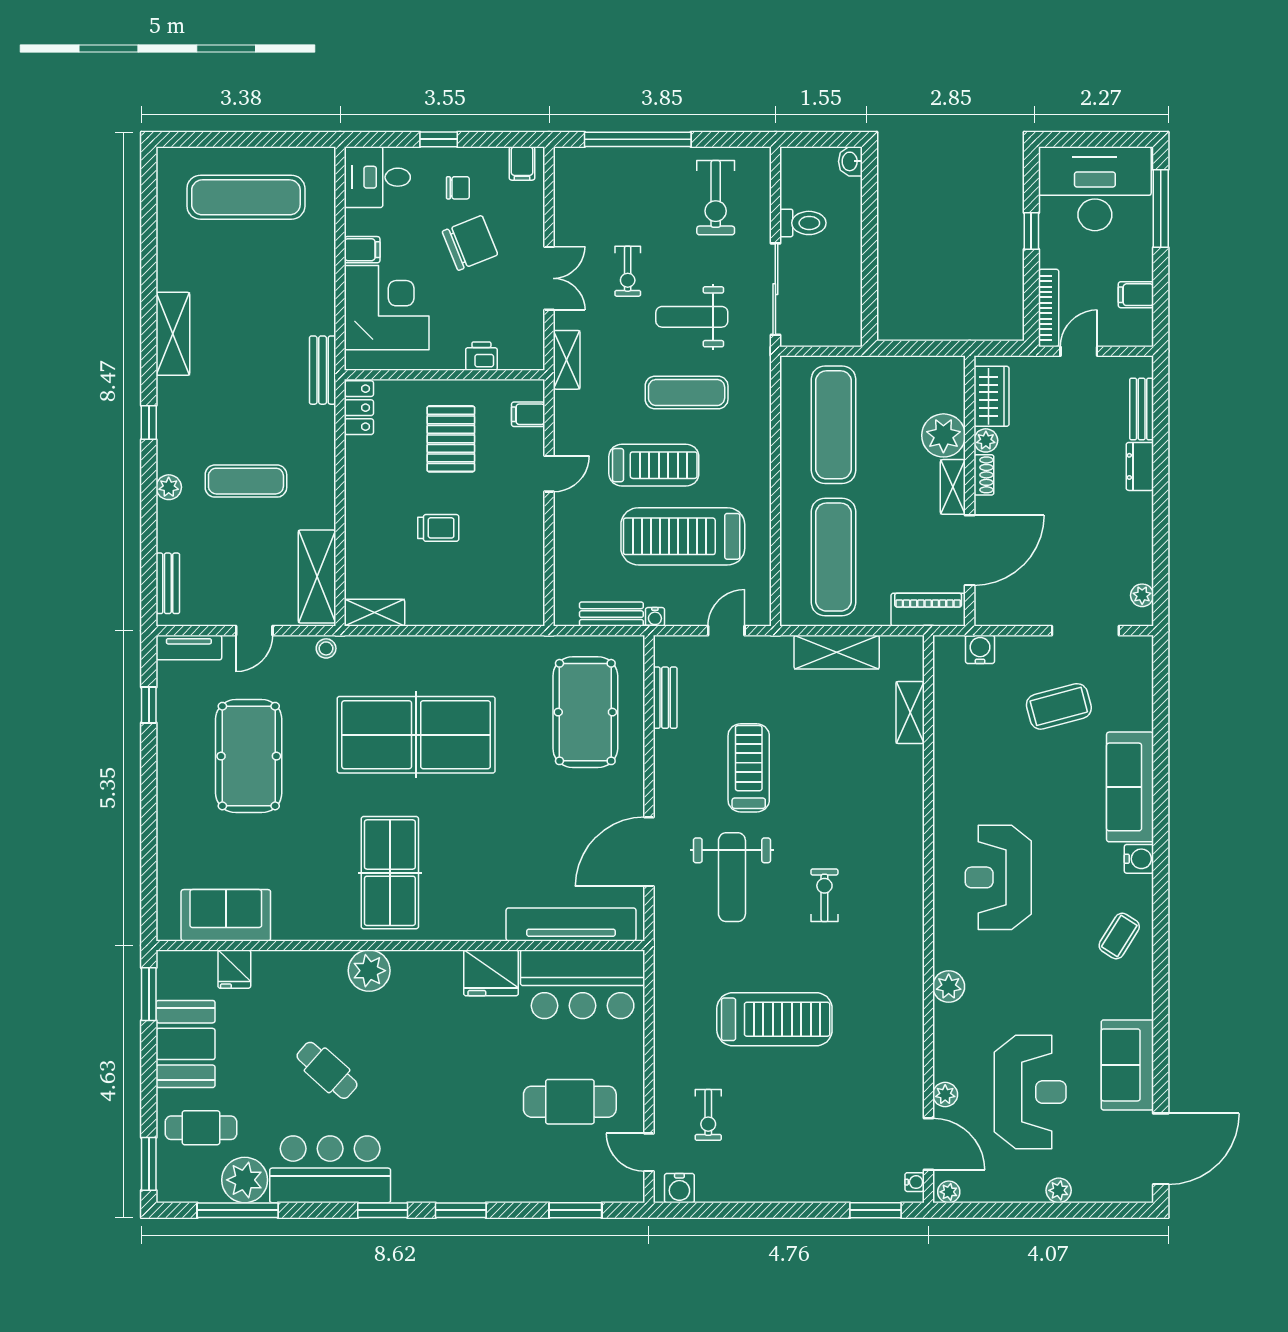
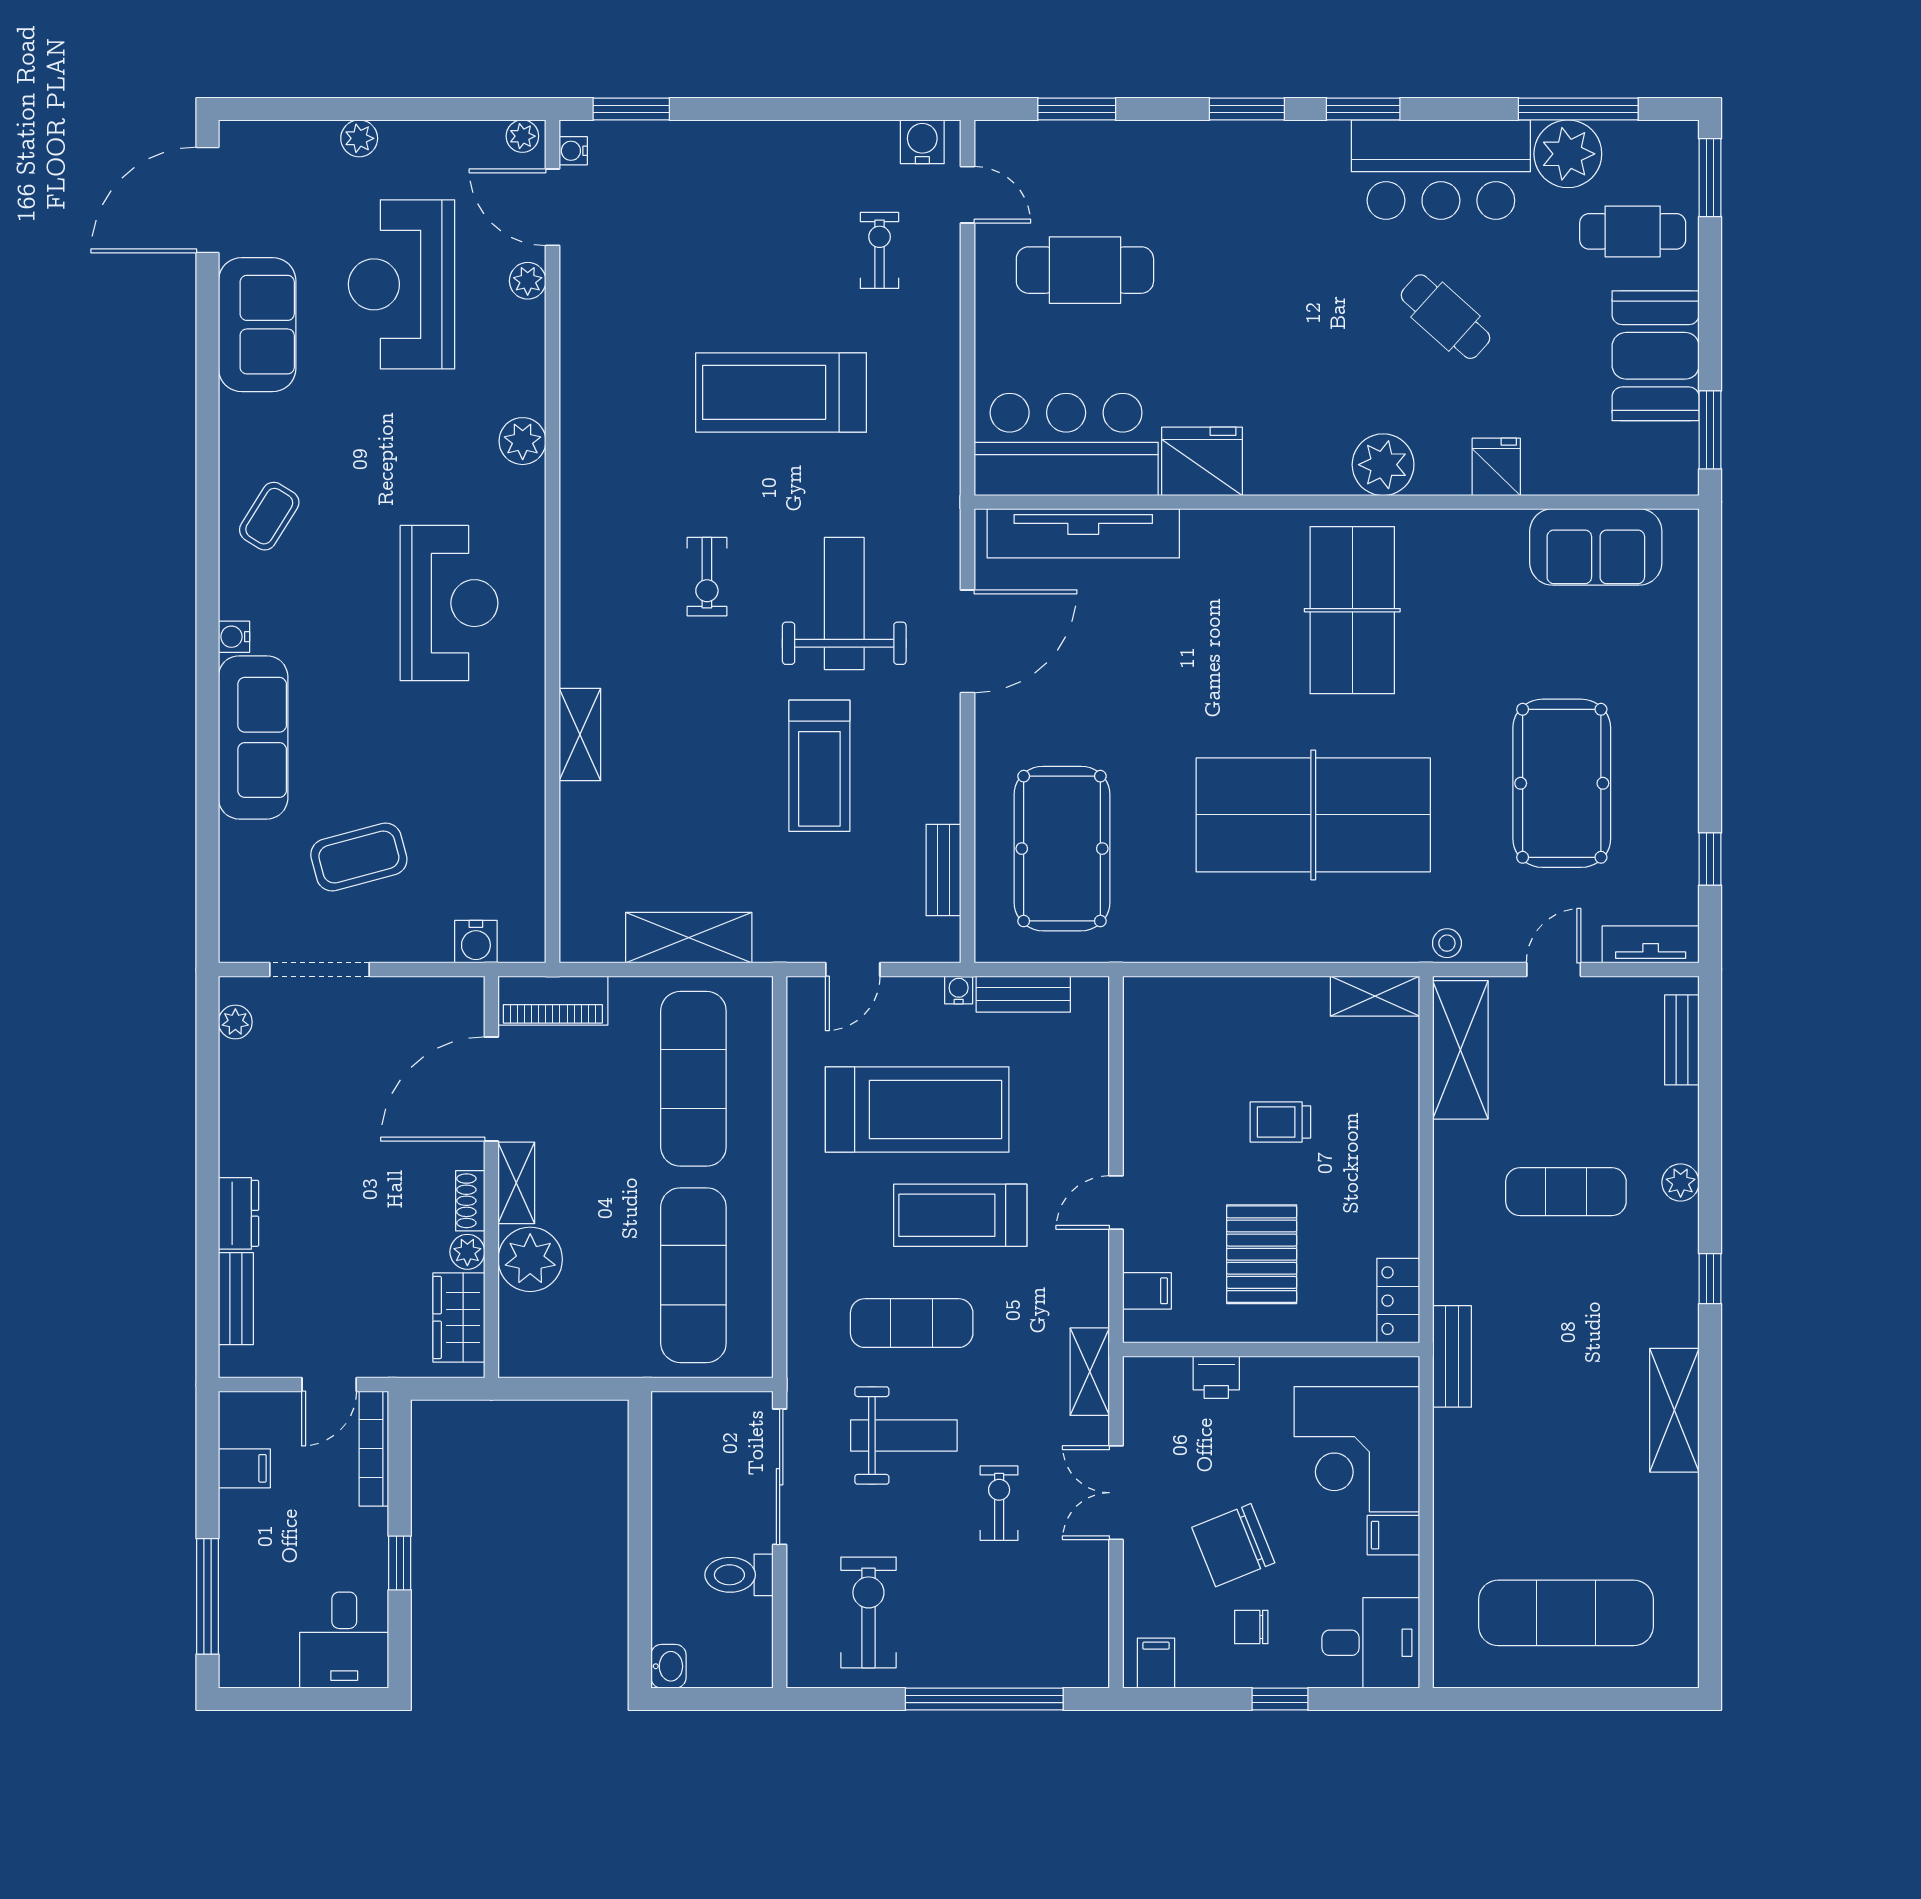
desk: (1095, 189) -> (344, 1640), width x0.53, depth x0.77
shelving: (910, 713) -> (580, 735), moved
water cooler: (1139, 859) -> (234, 637), width x0.72, depth x0.72
fridge: (234, 969) -> (1496, 467), moved

